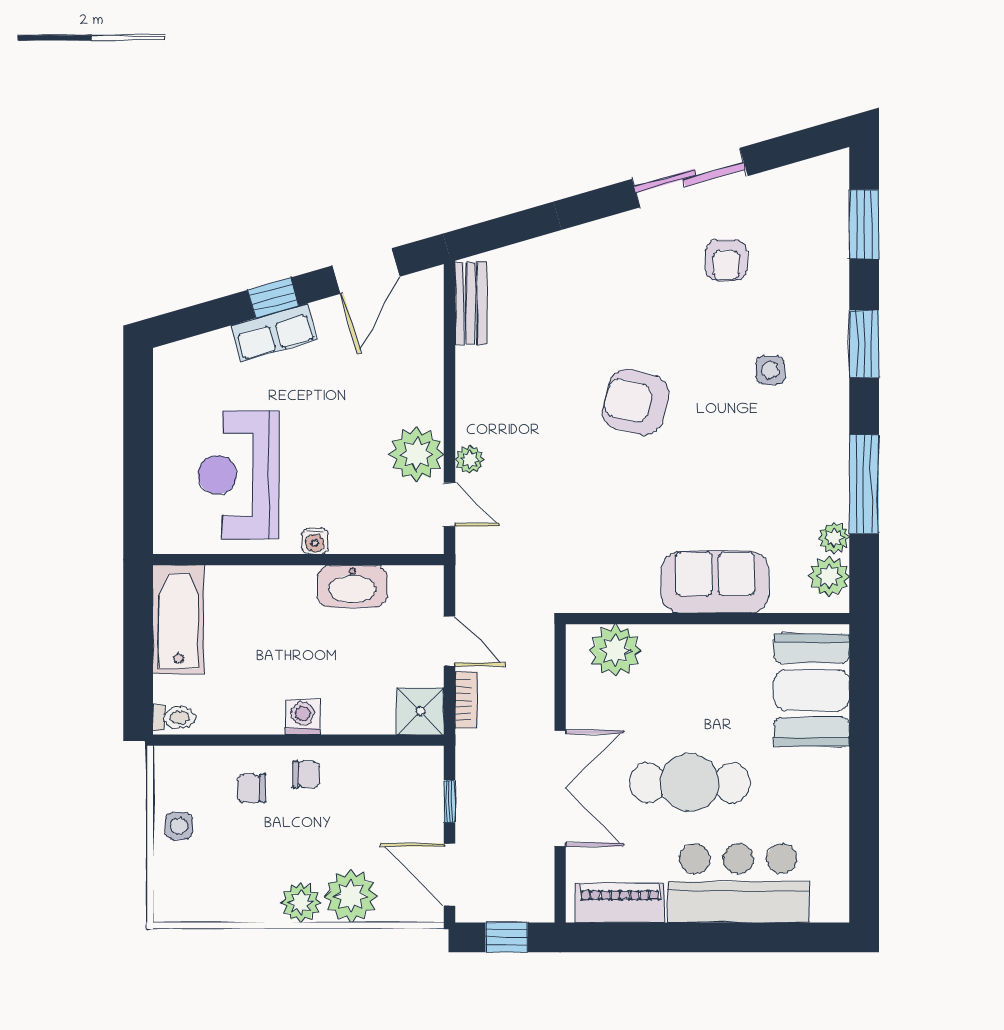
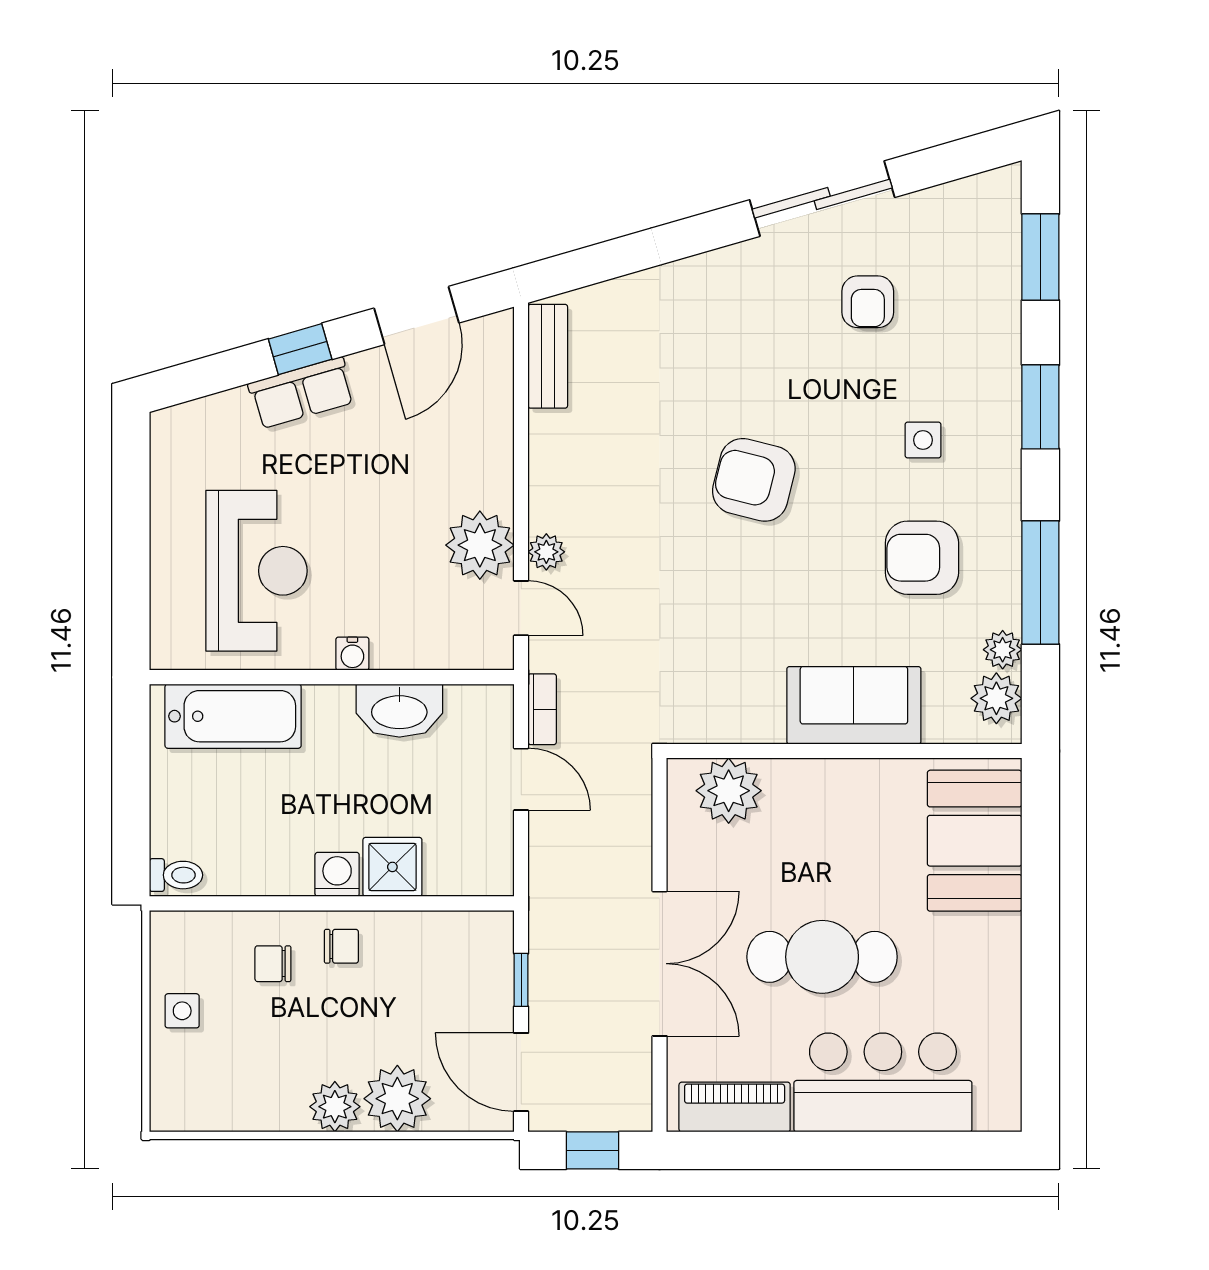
armchair: (769, 464) -> (922, 558), added
reception desk: (238, 475) -> (257, 571), turned 180
bathtub: (178, 619) -> (233, 716), moved, turned 90
bookcase: (466, 700) -> (542, 709), moved
shower: (420, 711) -> (392, 867), moved

